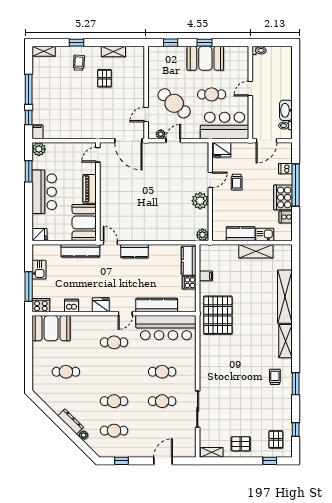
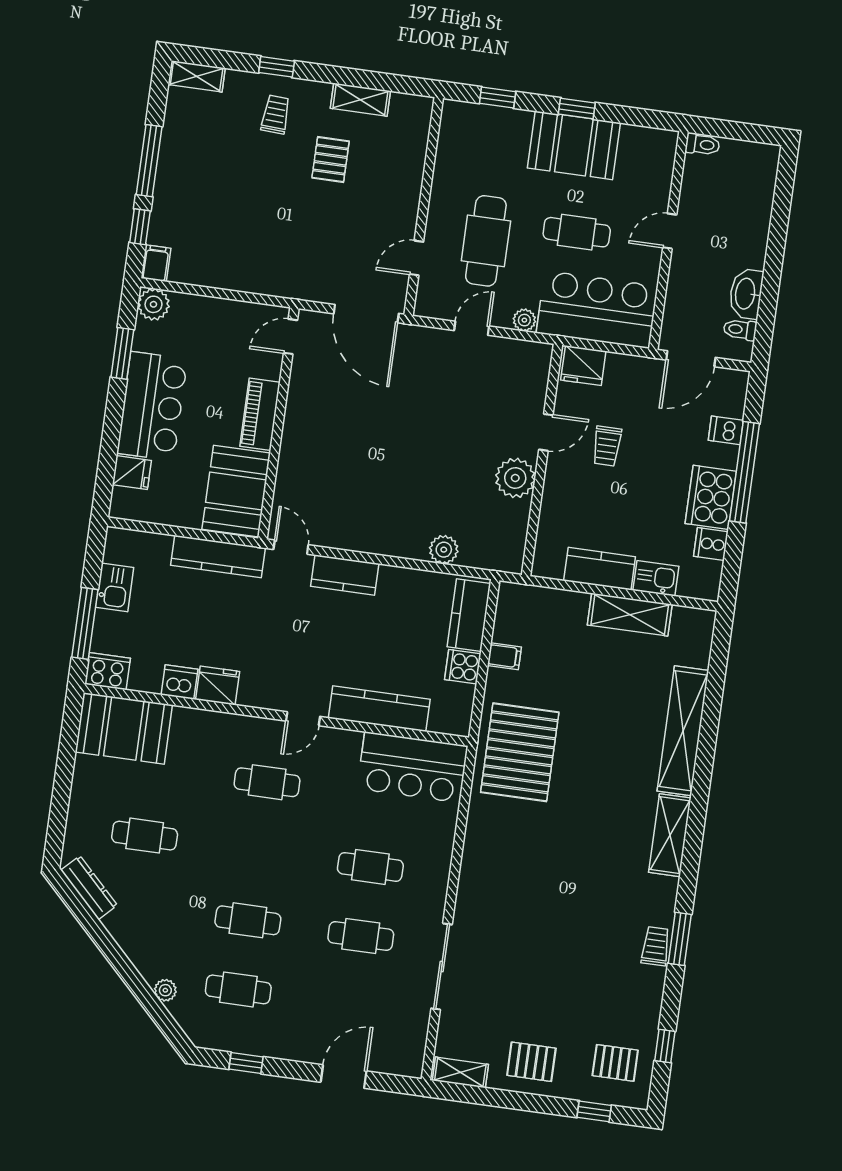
cafe table: (174, 103) -> (486, 241), turned 49
plant: (161, 134) -> (524, 320), moved
fridge: (40, 235) -> (132, 473), moved
plant: (202, 235) -> (444, 550), moved
fridge: (101, 305) -> (218, 686), moved
bar counter: (166, 328) -> (413, 767), width x0.73
trolley: (275, 377) -> (656, 946), moved
dresser: (71, 422) -> (89, 888), moved
pallet: (276, 439) -> (615, 1063), turned 90

